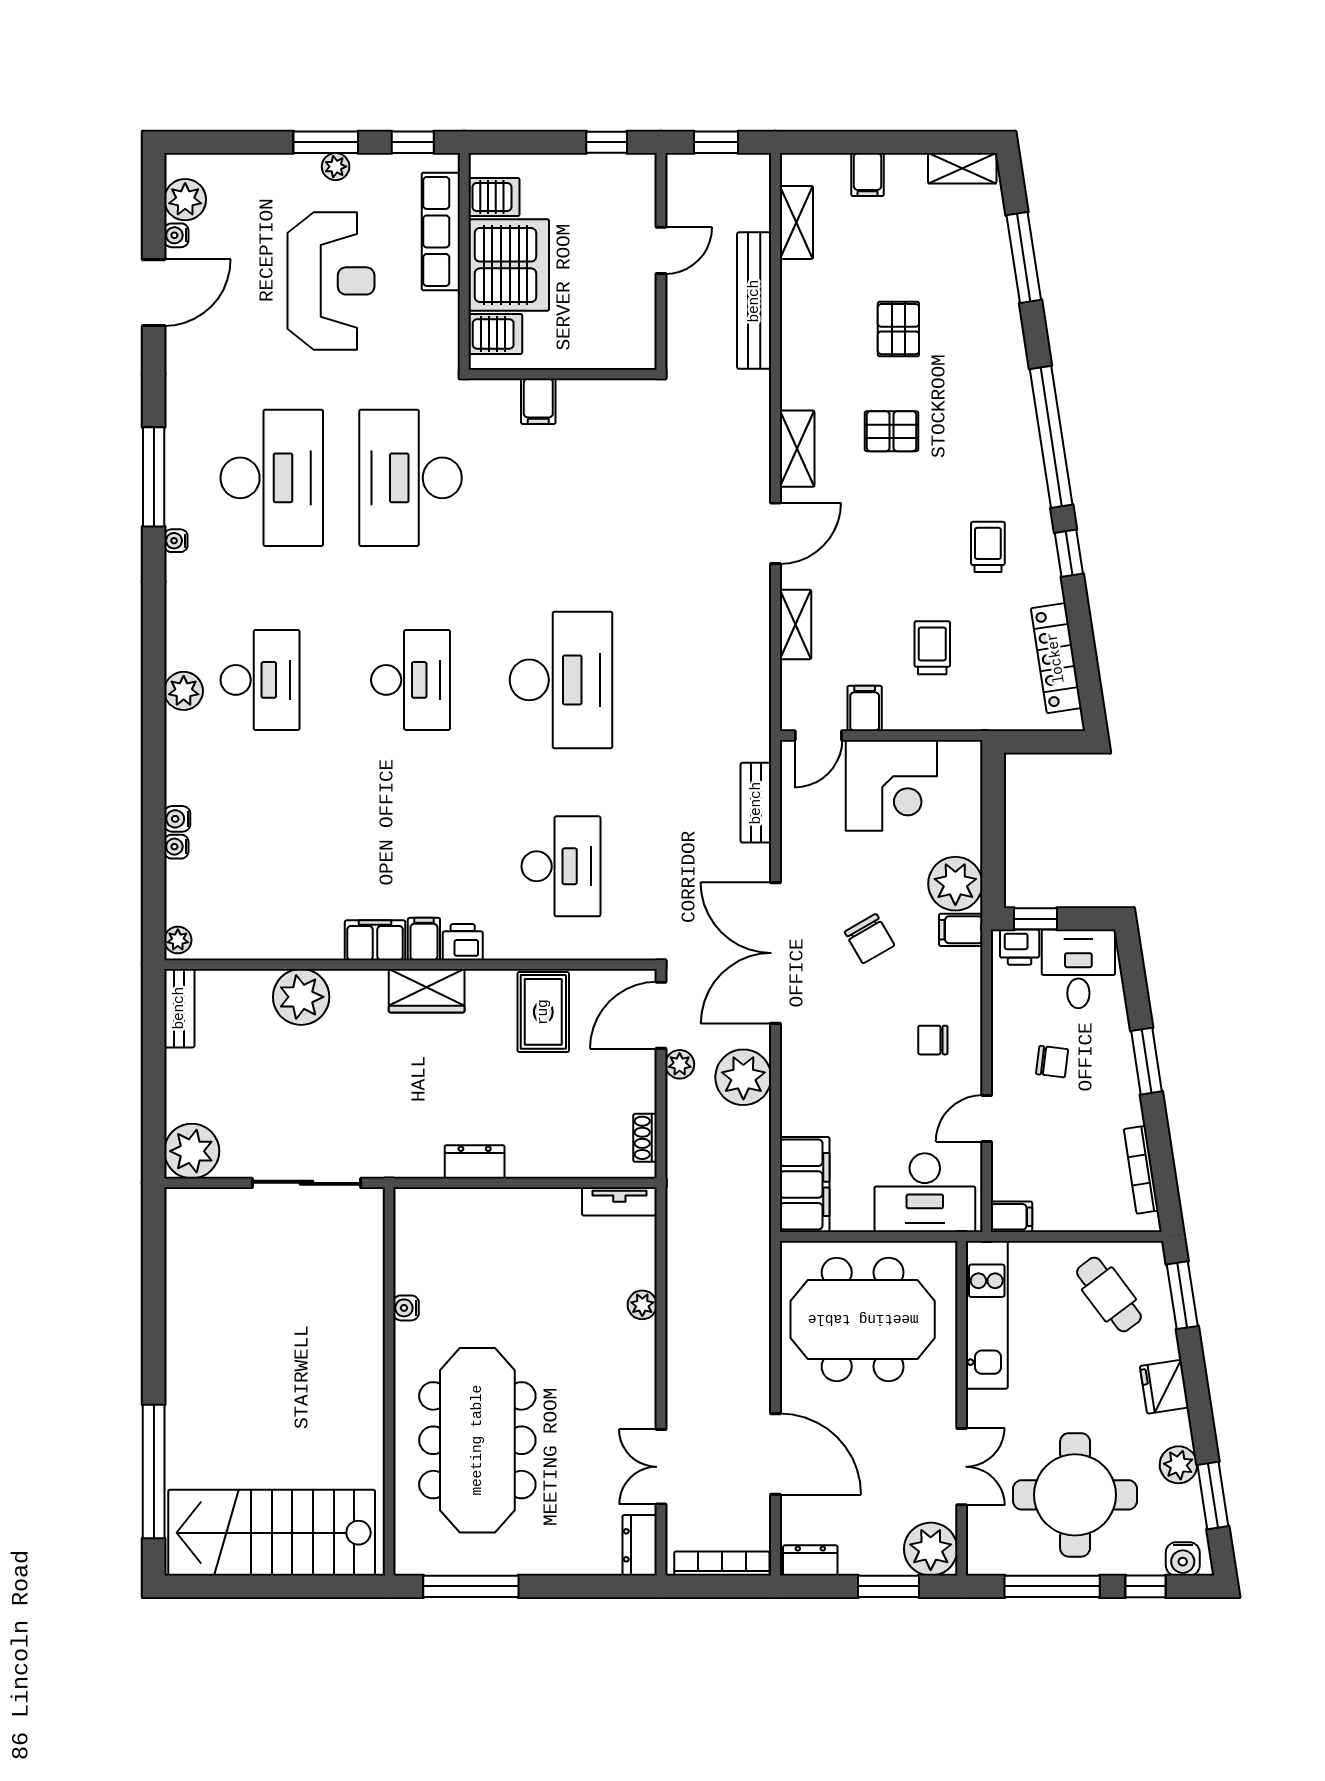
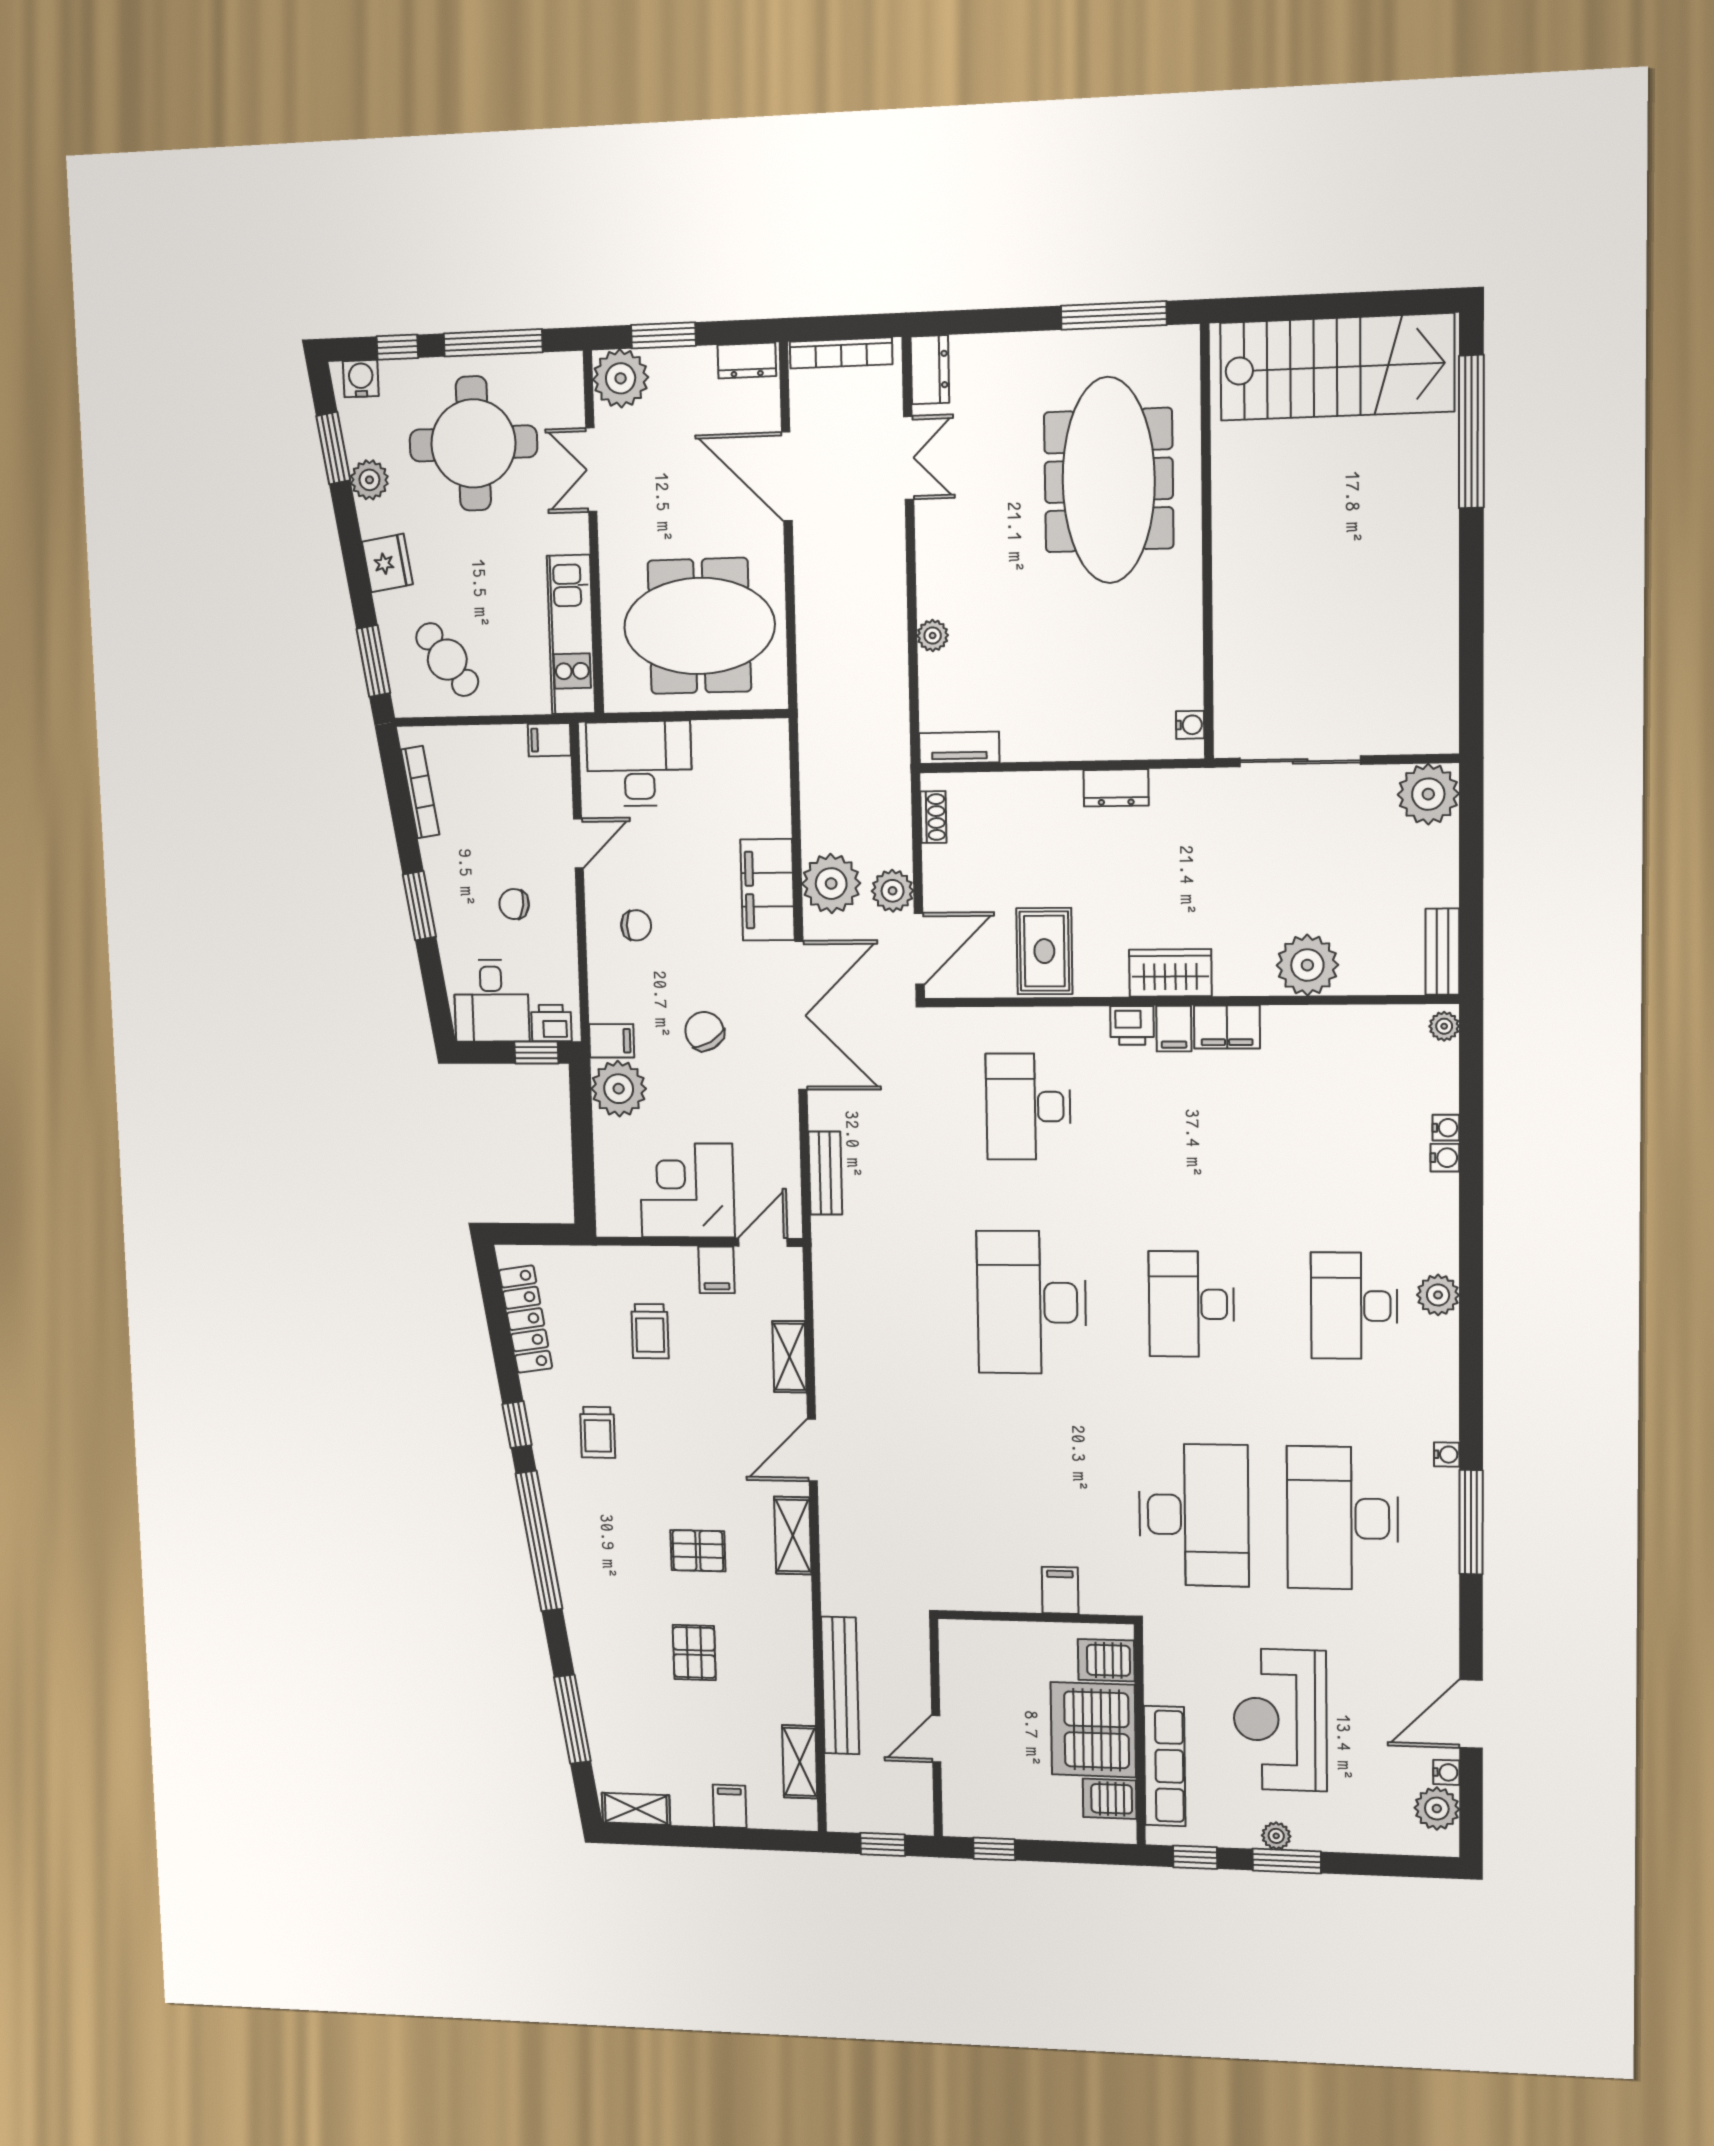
plant: (680, 1064) -> (893, 891), width x1.38, depth x1.38
filing cabinet: (805, 1185) -> (767, 890), moved
water cooler: (406, 1308) -> (1190, 725), moved

